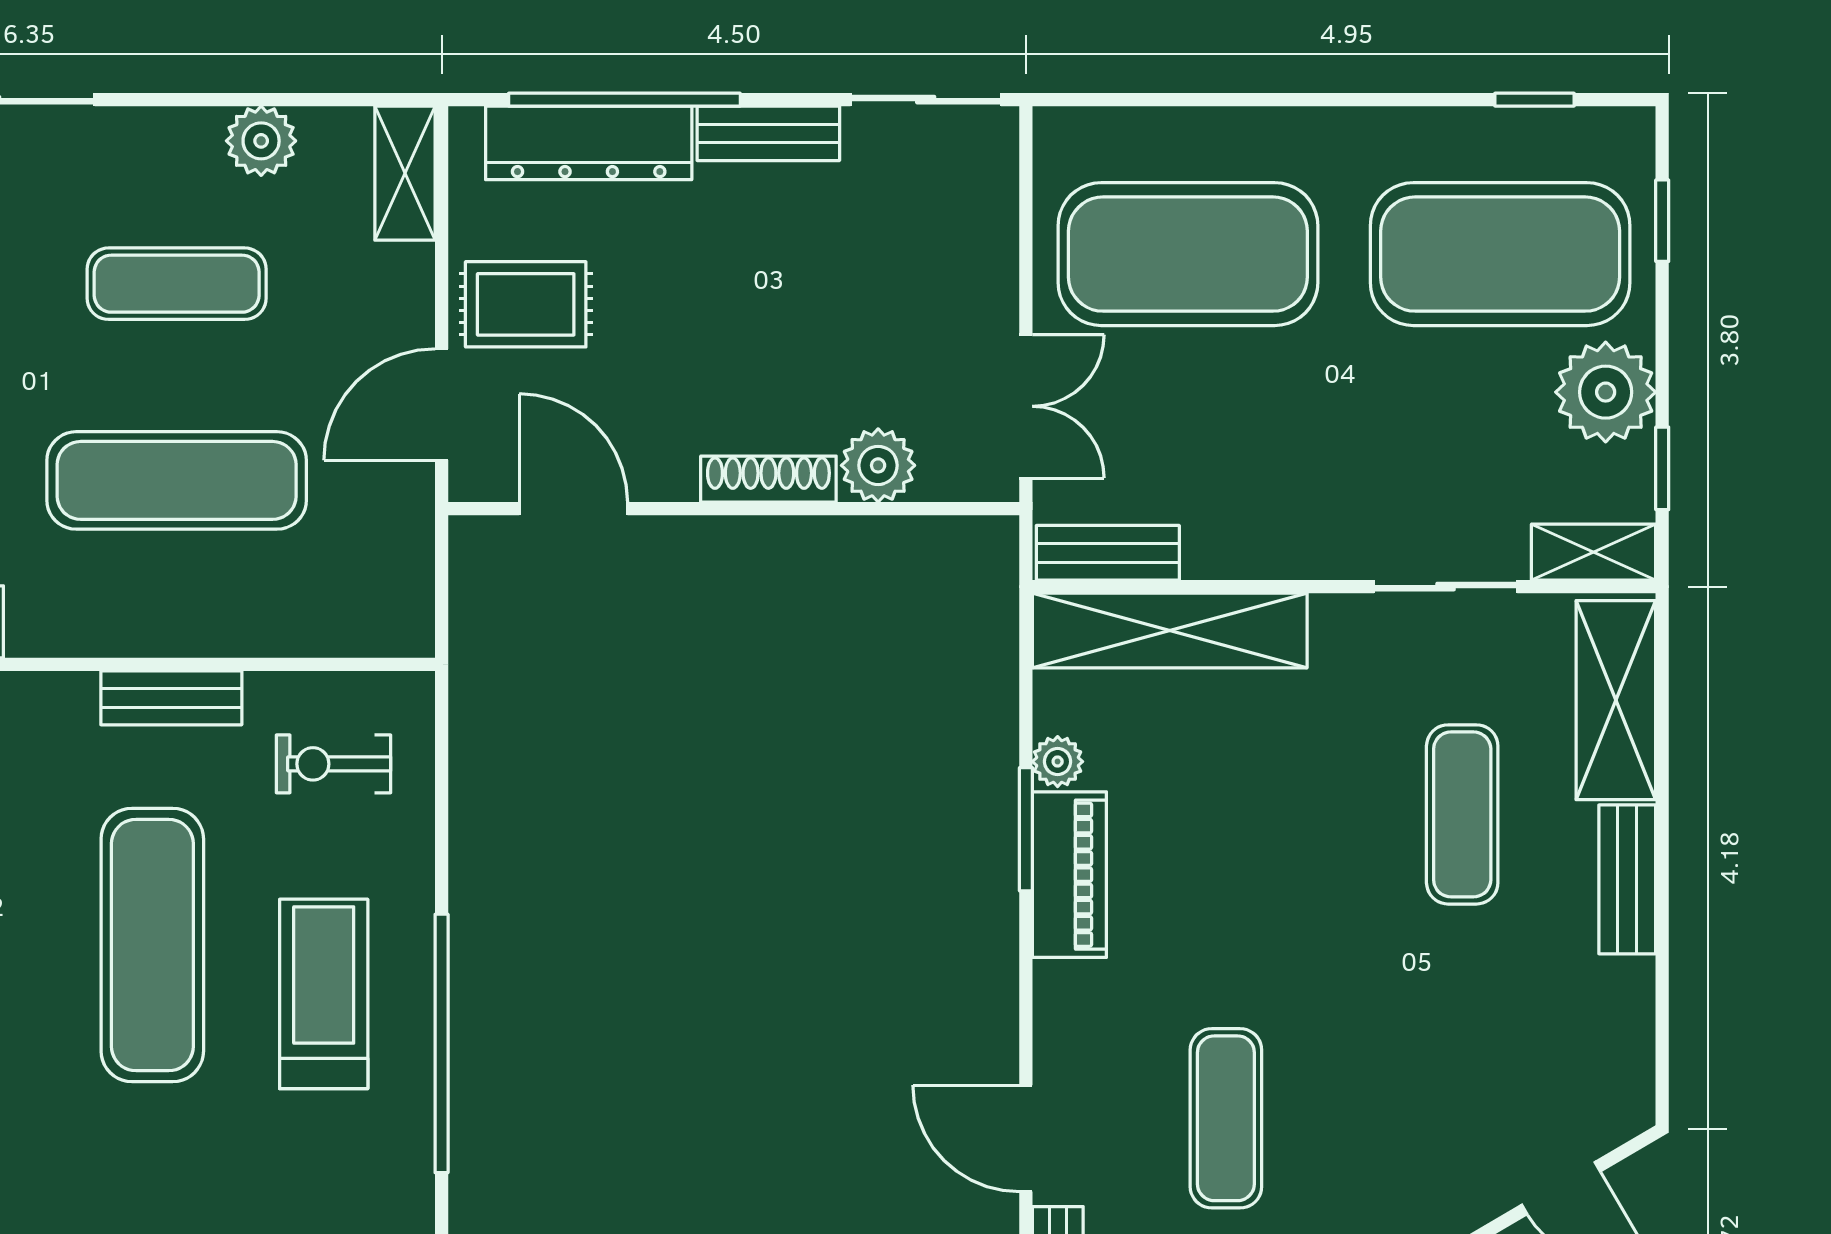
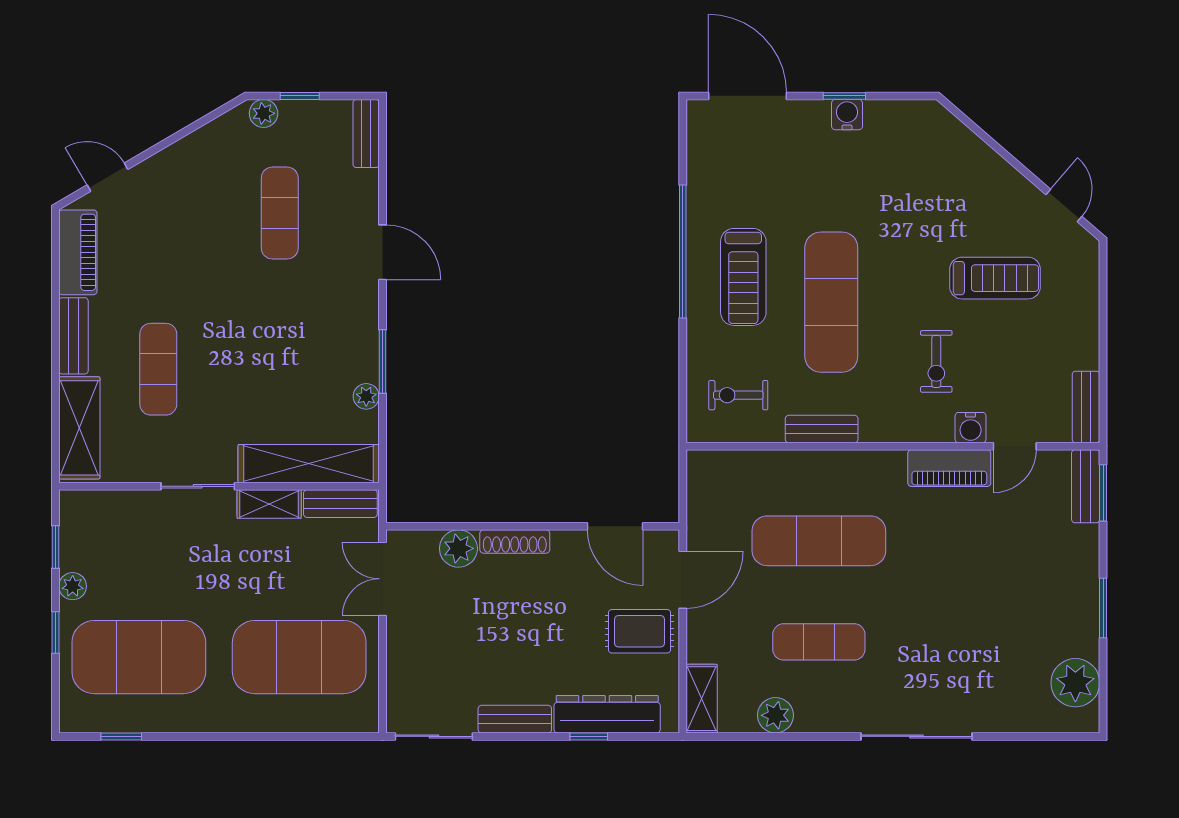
window: (624, 100) -> (589, 736), width x0.32
window: (1662, 221) -> (56, 632), moved
plant: (1606, 392) -> (73, 586), width x0.53, depth x0.53
shelving: (1594, 552) -> (269, 504), moved
sliding door: (1446, 587) -> (198, 486), moved
exercise bike: (333, 764) -> (738, 395), turned 180
piano: (1069, 875) -> (78, 252), moved, turned 180
door: (1026, 1138) -> (382, 252), moved

